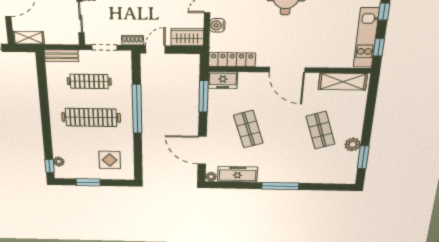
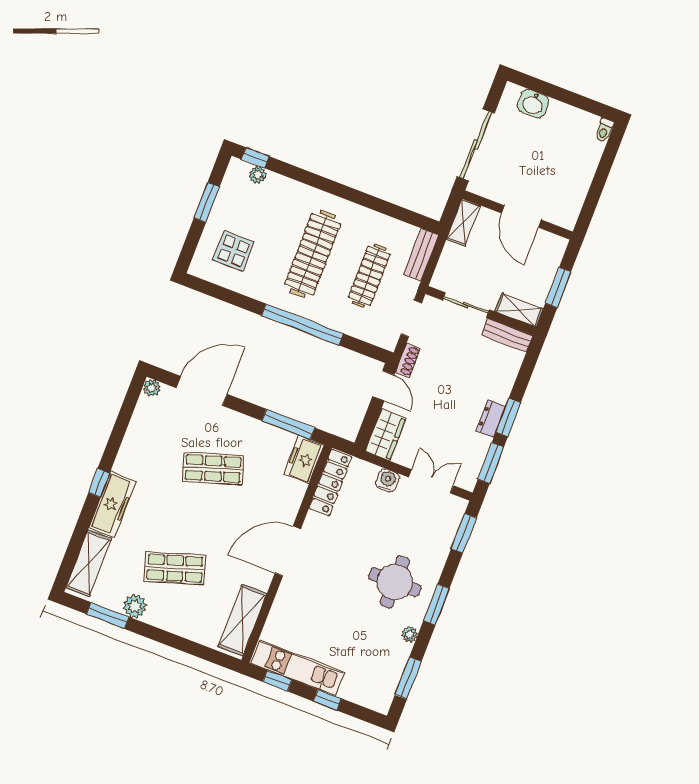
freezer: (238, 174) -> (113, 505), moved
shelving: (333, 177) -> (89, 563), added
window: (280, 186) -> (99, 483), width x0.46

